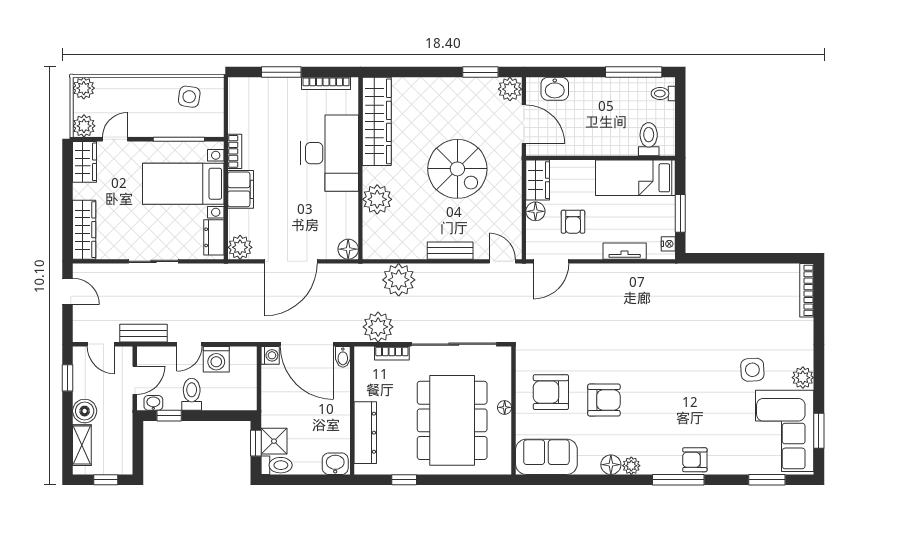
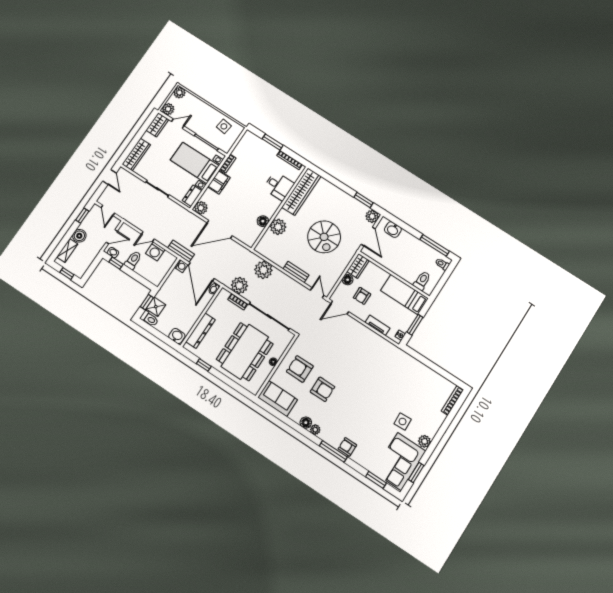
desk: (330, 153) -> (279, 186), width x0.53, depth x0.77
floor lamp: (348, 249) -> (263, 221), moved
bench: (144, 333) -> (181, 251), moved

